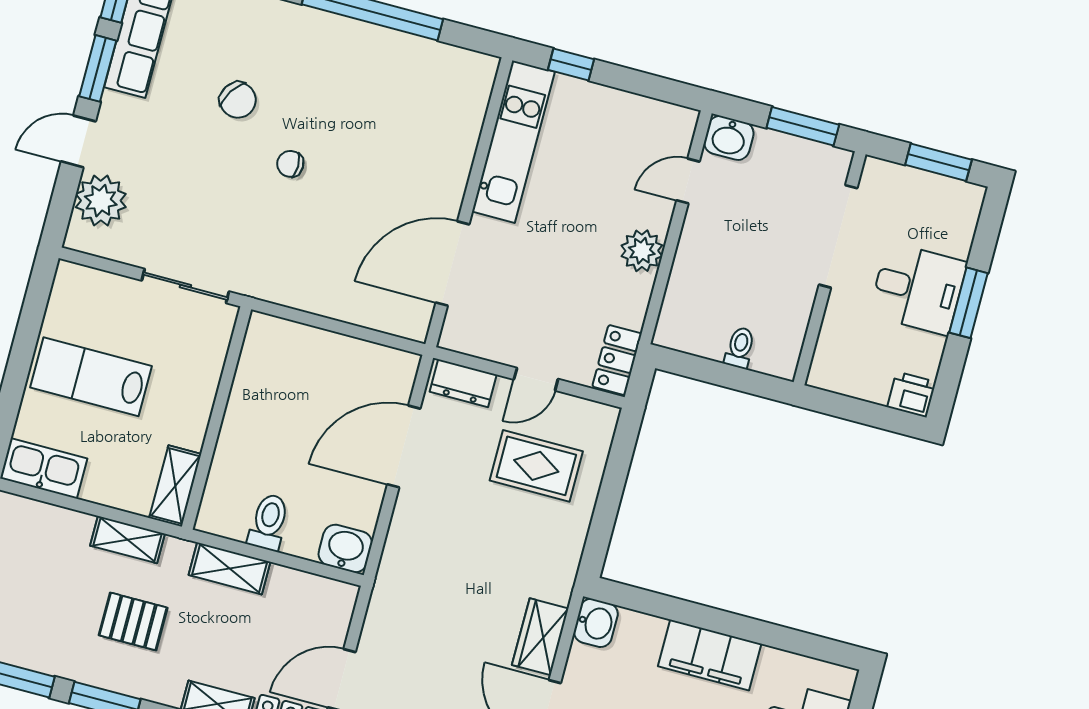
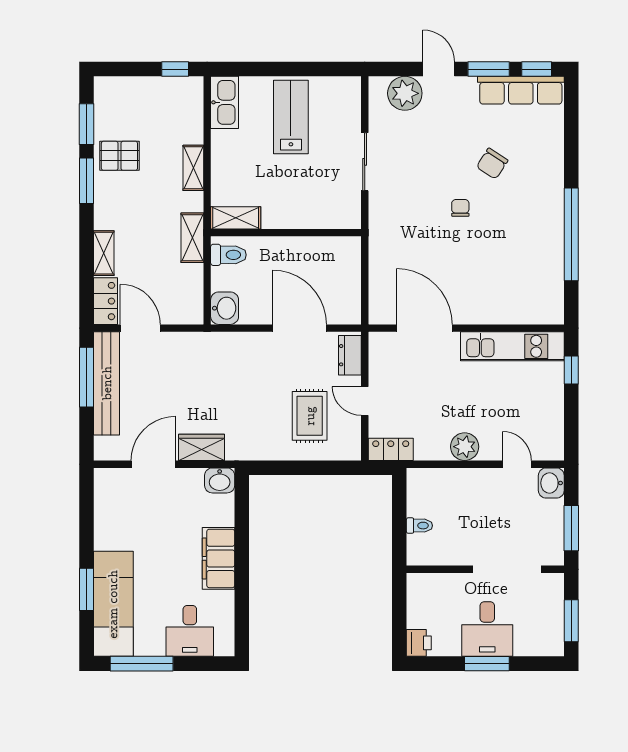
wall: (217, 418) -> (286, 233), moved
shelving: (175, 486) -> (236, 218), moved
pallet: (133, 621) -> (119, 156), moved, turned 90

